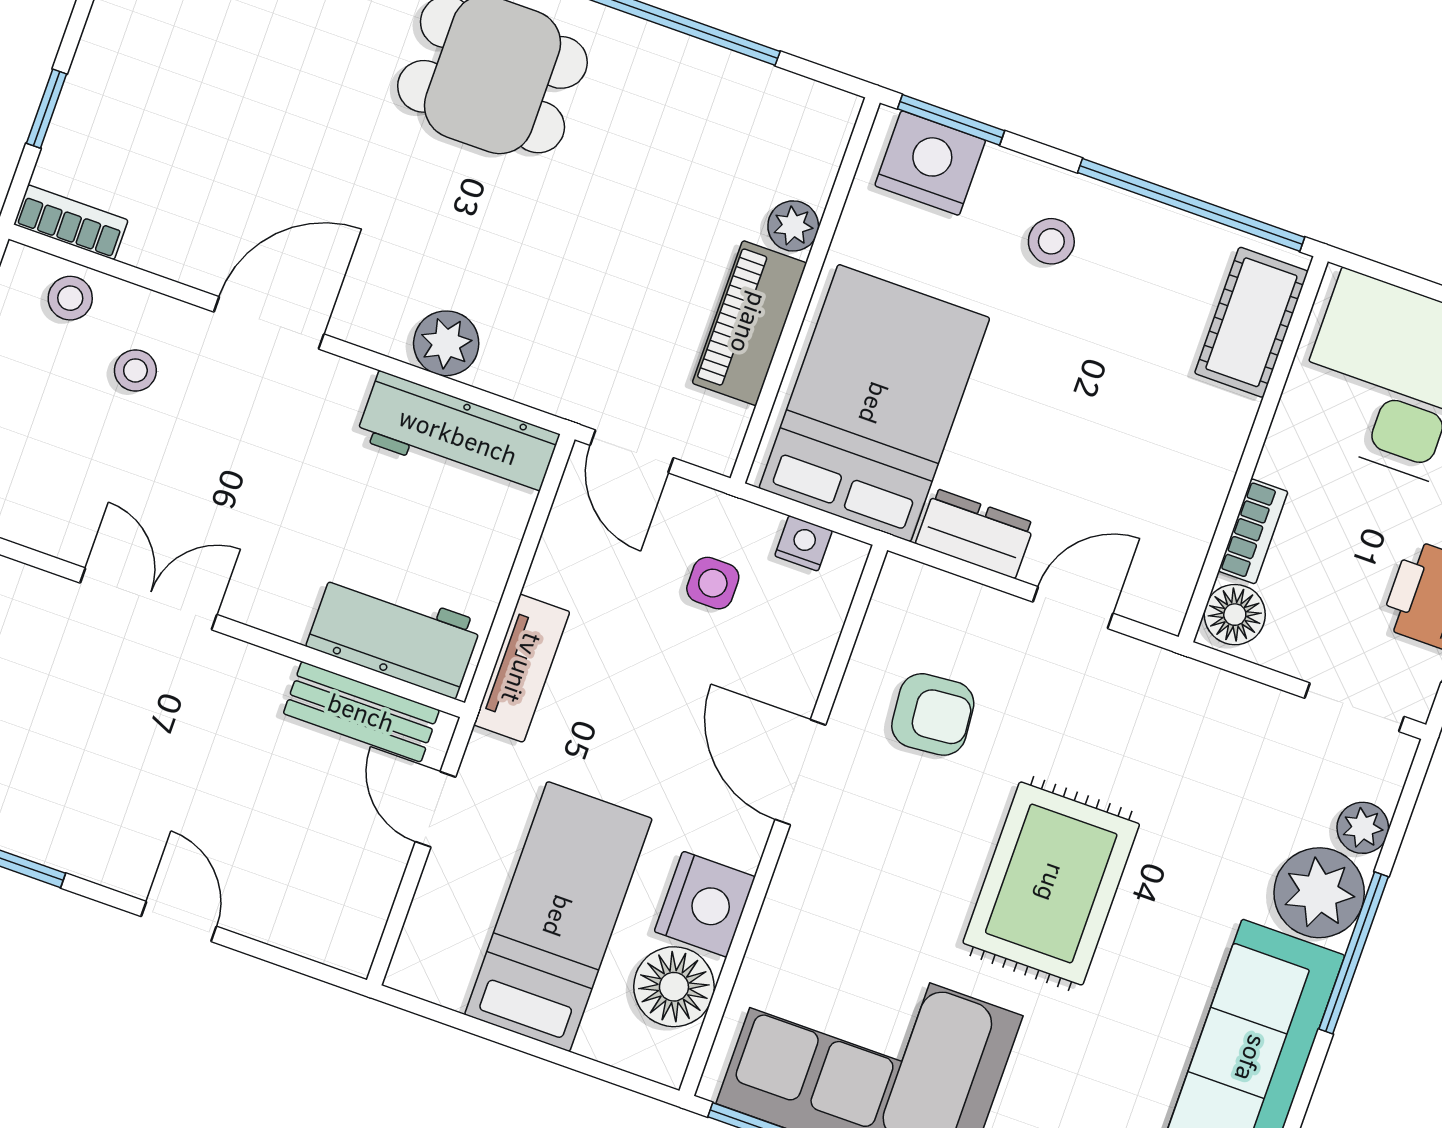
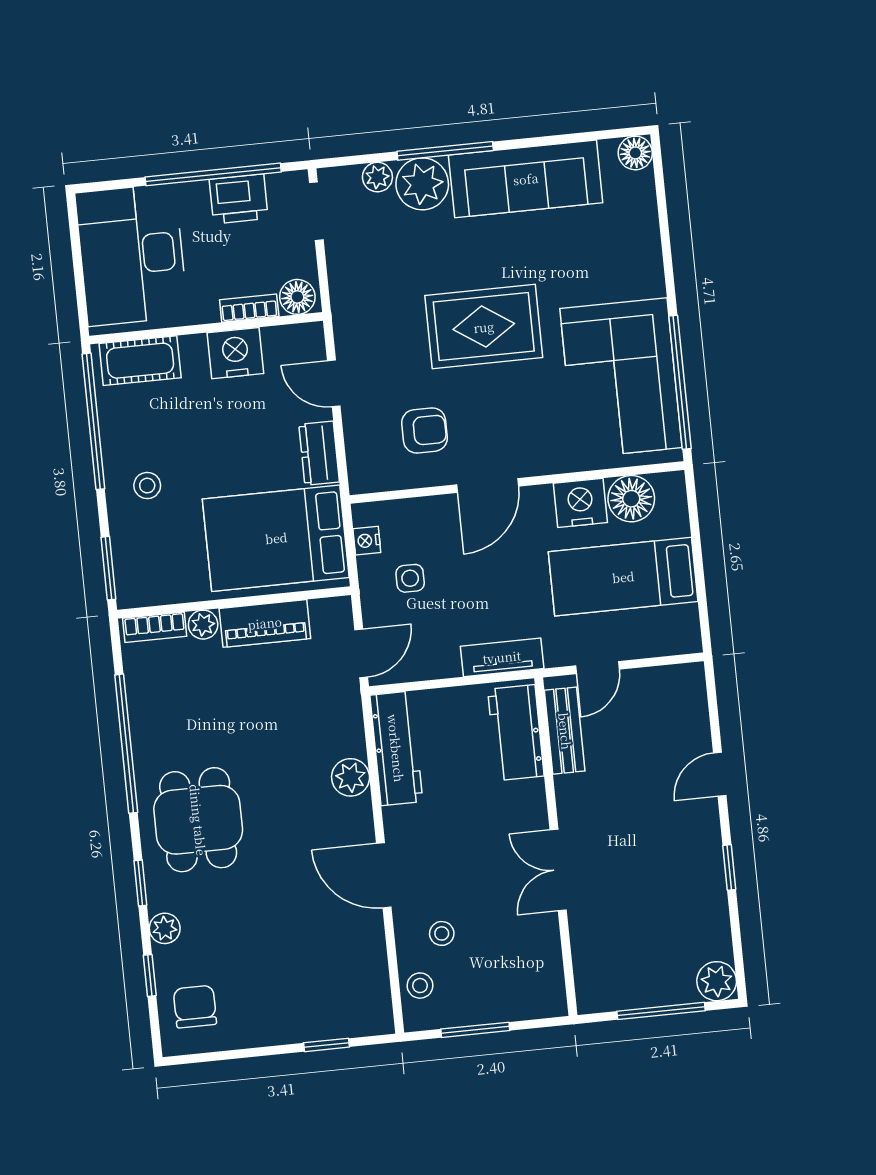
nightstand: (930, 163) -> (235, 353), moved, turned 90
bookcase: (71, 222) -> (155, 627), moved, turned -90
armchair: (933, 714) -> (424, 430), turned 95

